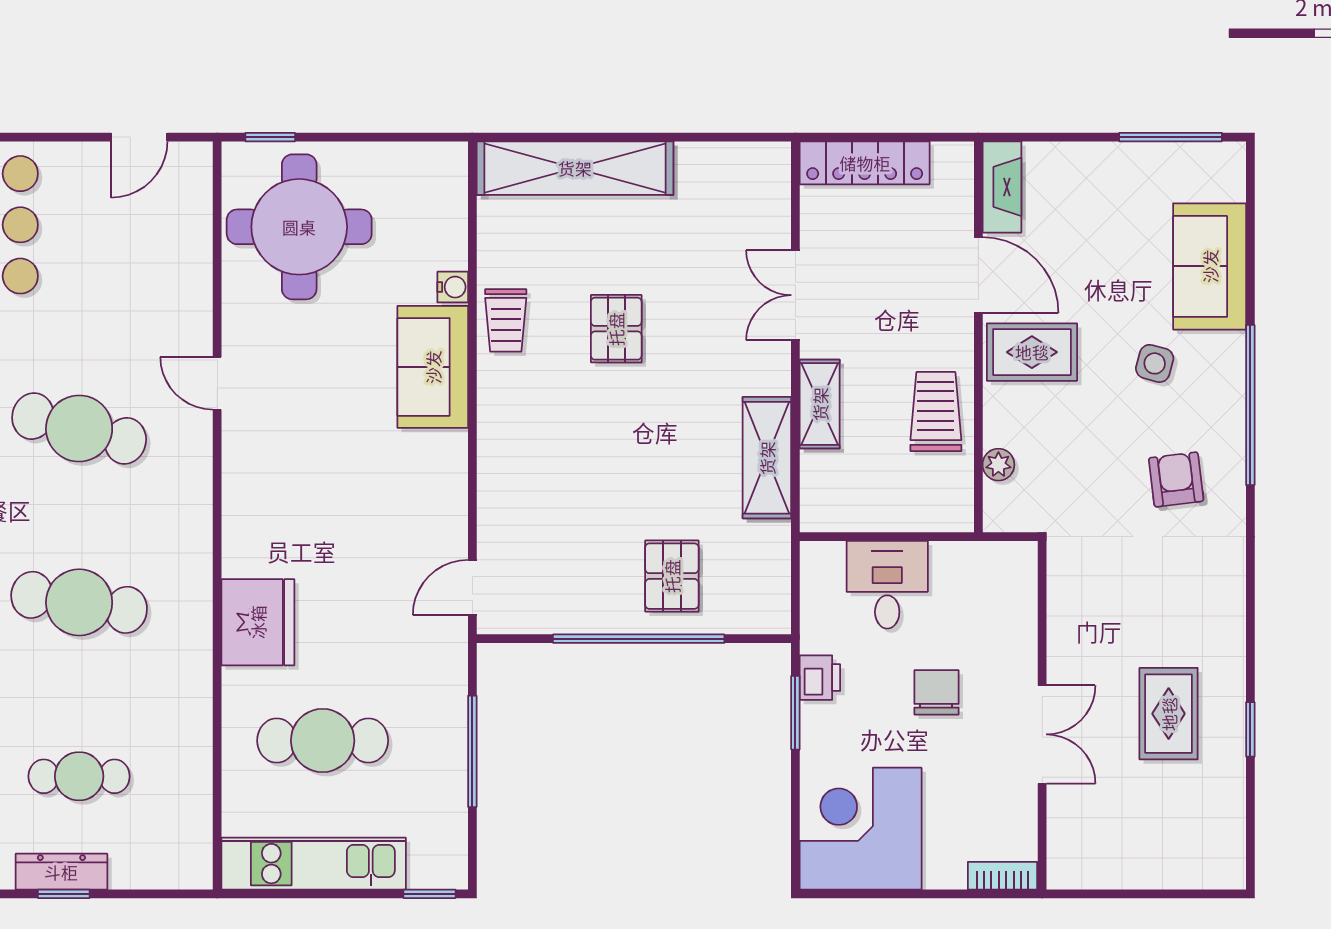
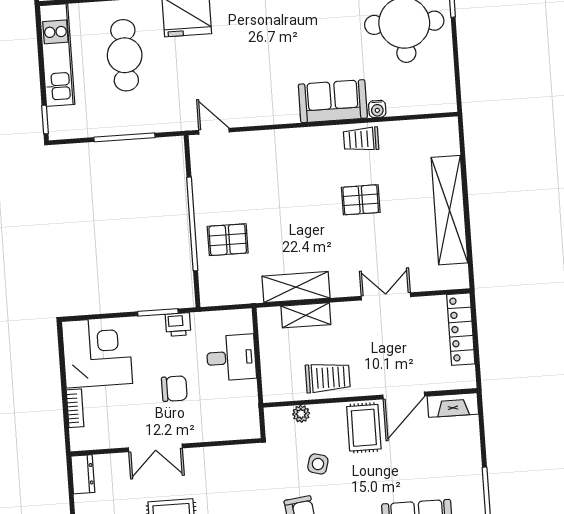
shelving: (575, 168) -> (450, 210), moved
side table: (1155, 363) -> (318, 464), moved
shelving: (820, 404) -> (306, 315), moved
dresser: (1081, 870) -> (83, 474), added
bookcase: (1002, 876) -> (75, 408), moved

